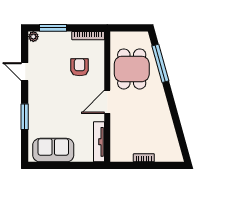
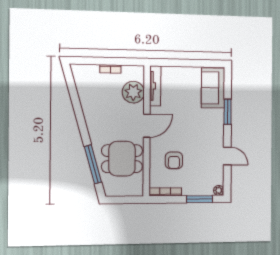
dining table: (132, 69) -> (122, 159), turned 90
plant: (121, 135) -> (133, 92), added
sofa: (53, 150) -> (213, 88), moved, turned 90

